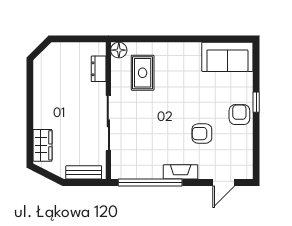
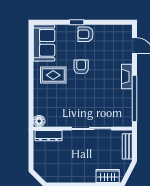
dresser: (99, 69) -> (49, 136), width x1.44
rug: (143, 73) -> (53, 75), moved
armchair: (202, 134) -> (81, 67), moved, turned 180

